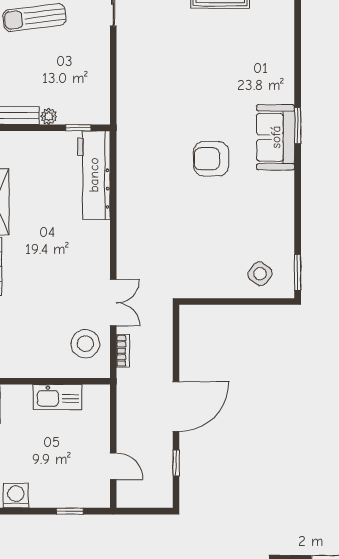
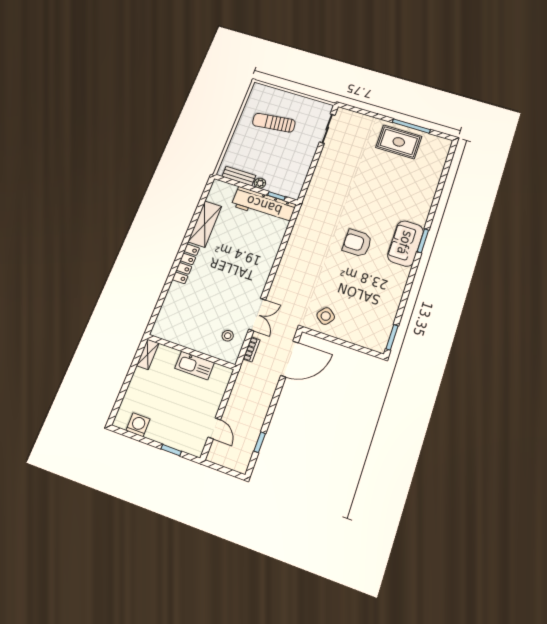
workbench: (94, 175) -> (264, 205), moved, turned -90
side table: (260, 274) -> (326, 316), moved
stool: (85, 344) -> (228, 336), width x0.53, depth x0.53
door: (176, 407) -> (289, 359), moved

